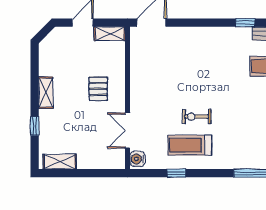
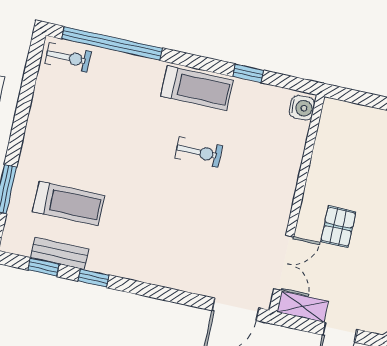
double door: (128, 130) -> (284, 263), moved
treadmill: (190, 145) -> (197, 88), moved

